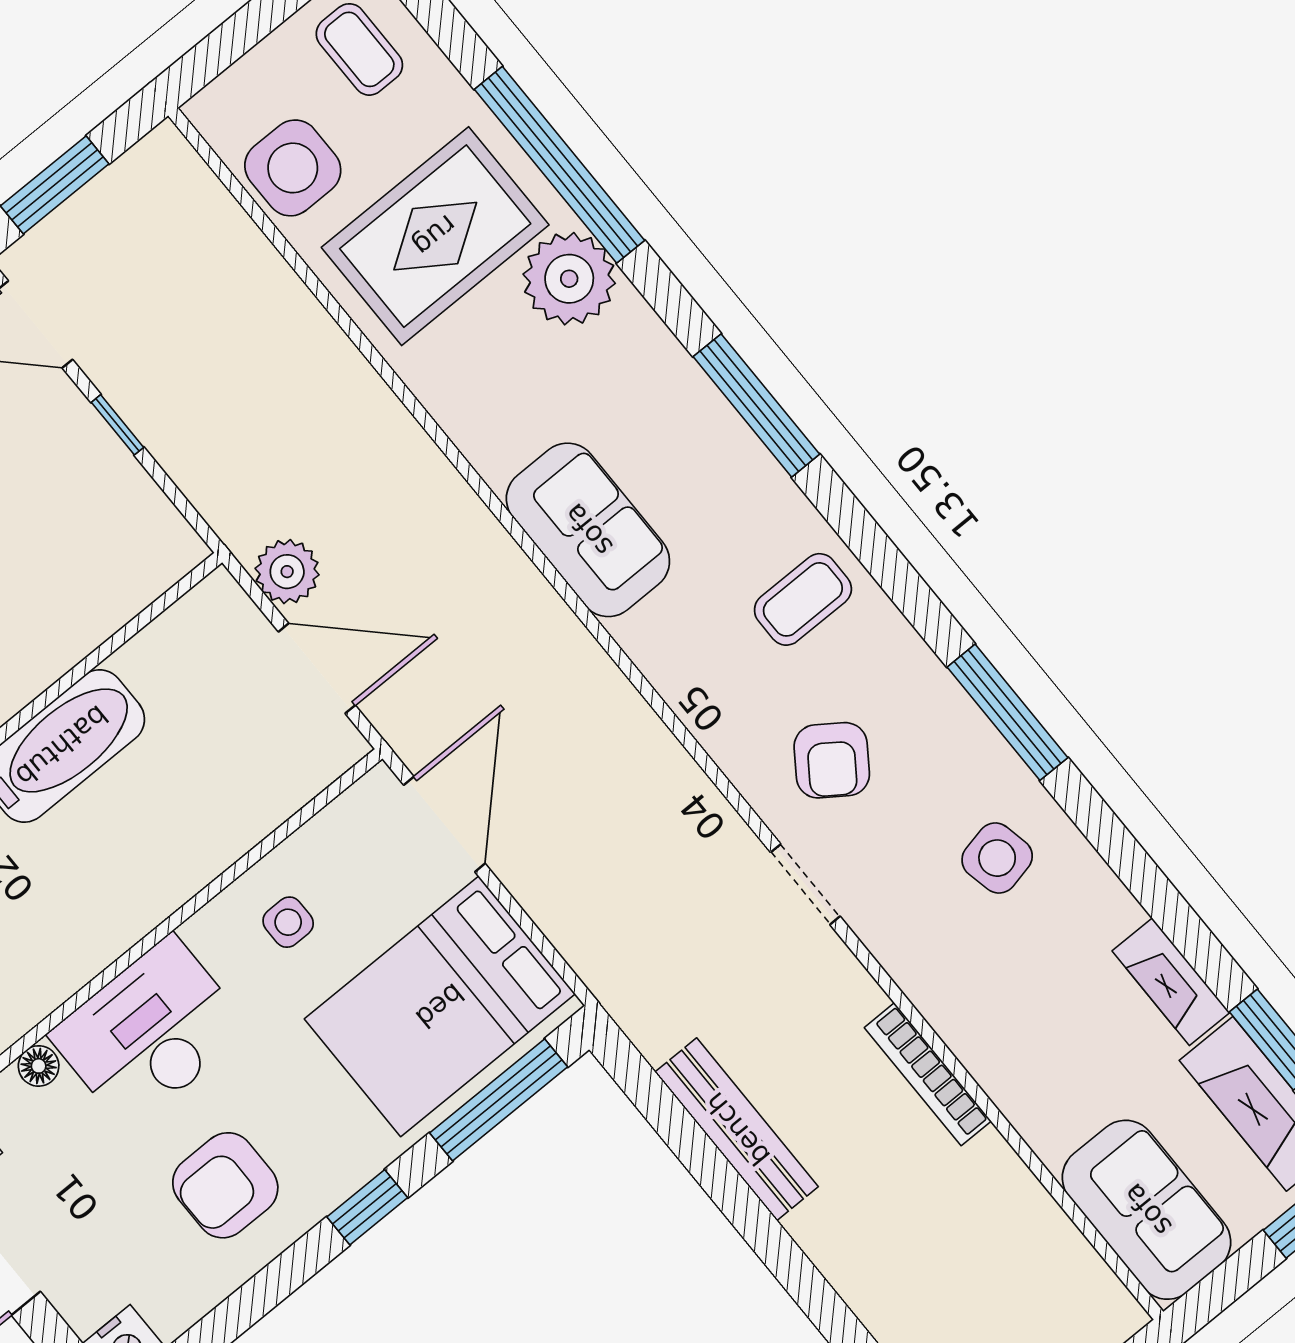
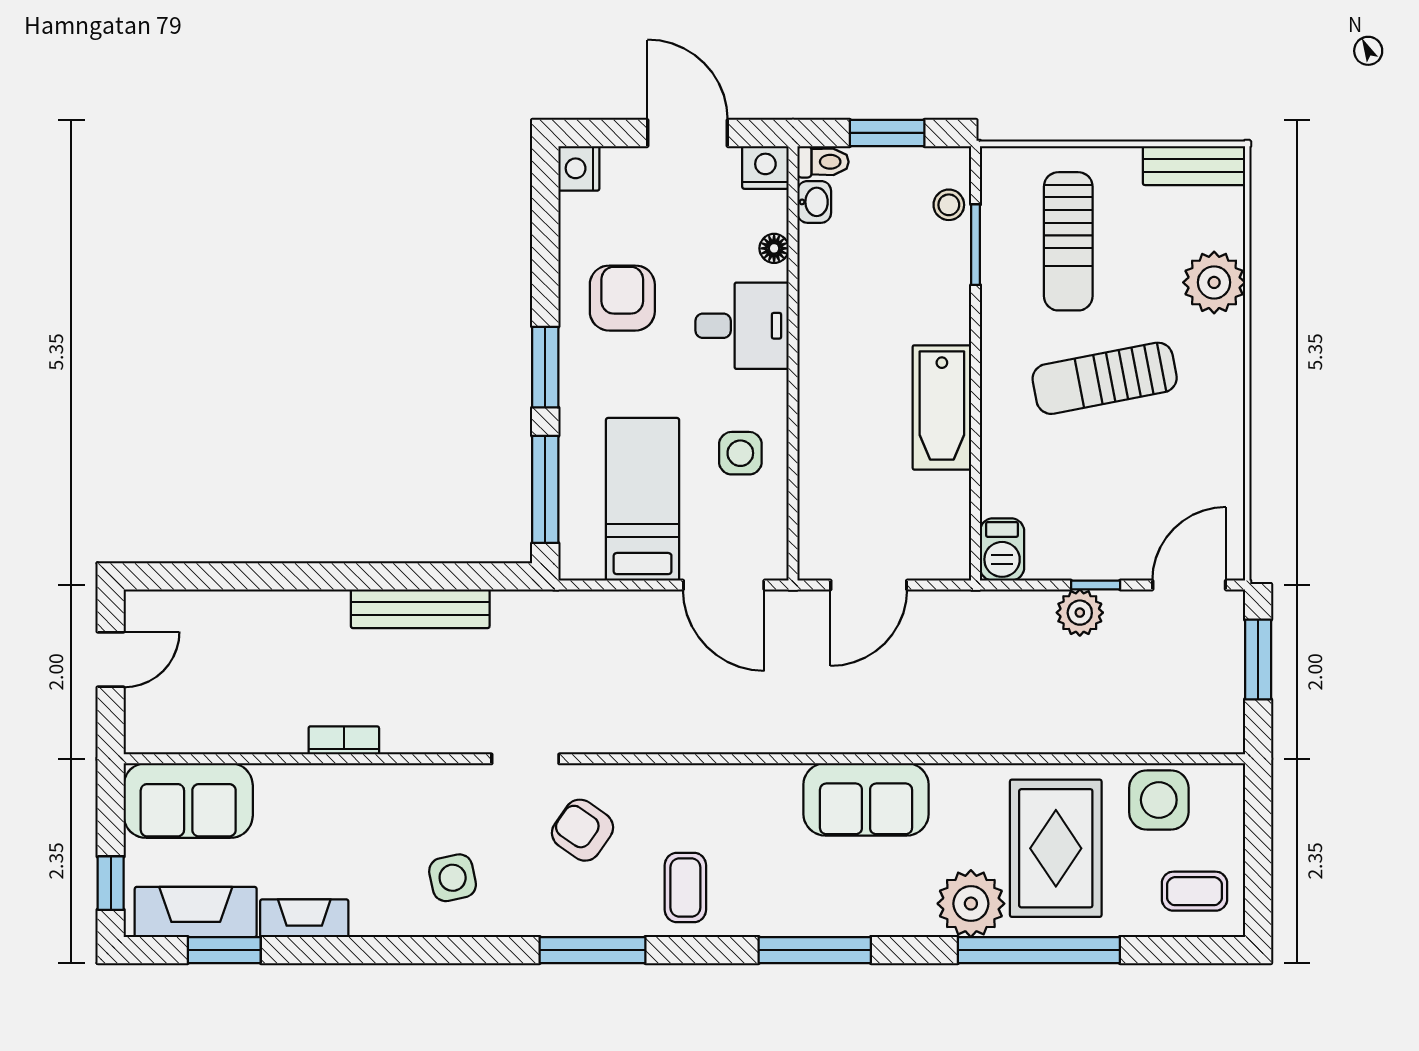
sofa: (588, 530) -> (866, 799), moved
barbecue: (162, 557) -> (1002, 549), added
plant: (287, 572) -> (1080, 613), moved
window: (1008, 712) -> (592, 950), moved
side table: (288, 922) -> (740, 453), width x1.37, depth x1.37
bed: (440, 1006) -> (643, 499), width x0.67
desk: (150, 1032) -> (742, 326), width x0.73
bookcase: (928, 1074) -> (344, 740), width x0.64
window: (367, 1207) -> (545, 367), width x1.50

